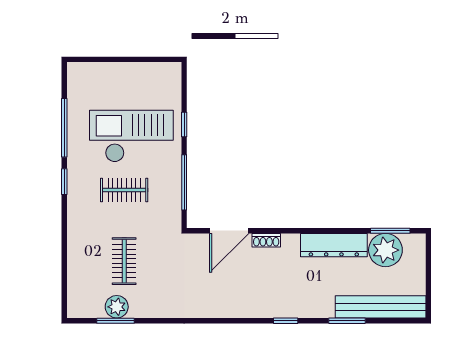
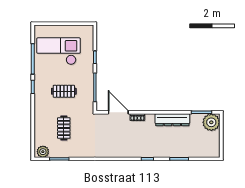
checkout: (131, 136) -> (59, 51), moved
door: (229, 231) -> (118, 112), swing flipped
plant: (385, 250) -> (211, 122), moved
plant: (117, 307) -> (43, 152), moved
bench: (381, 307) -> (197, 152), removed

